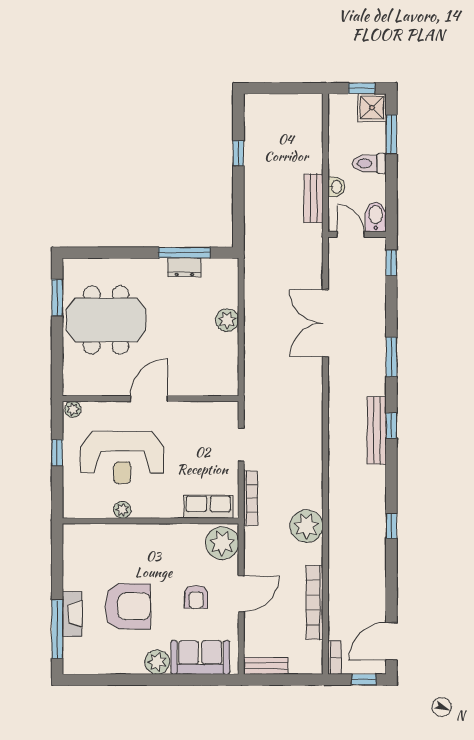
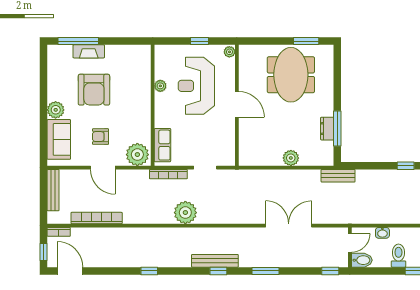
bench: (314, 198) -> (338, 176), moved
plant: (306, 526) -> (185, 213), moved
bench: (266, 666) -> (53, 190), width x1.36

